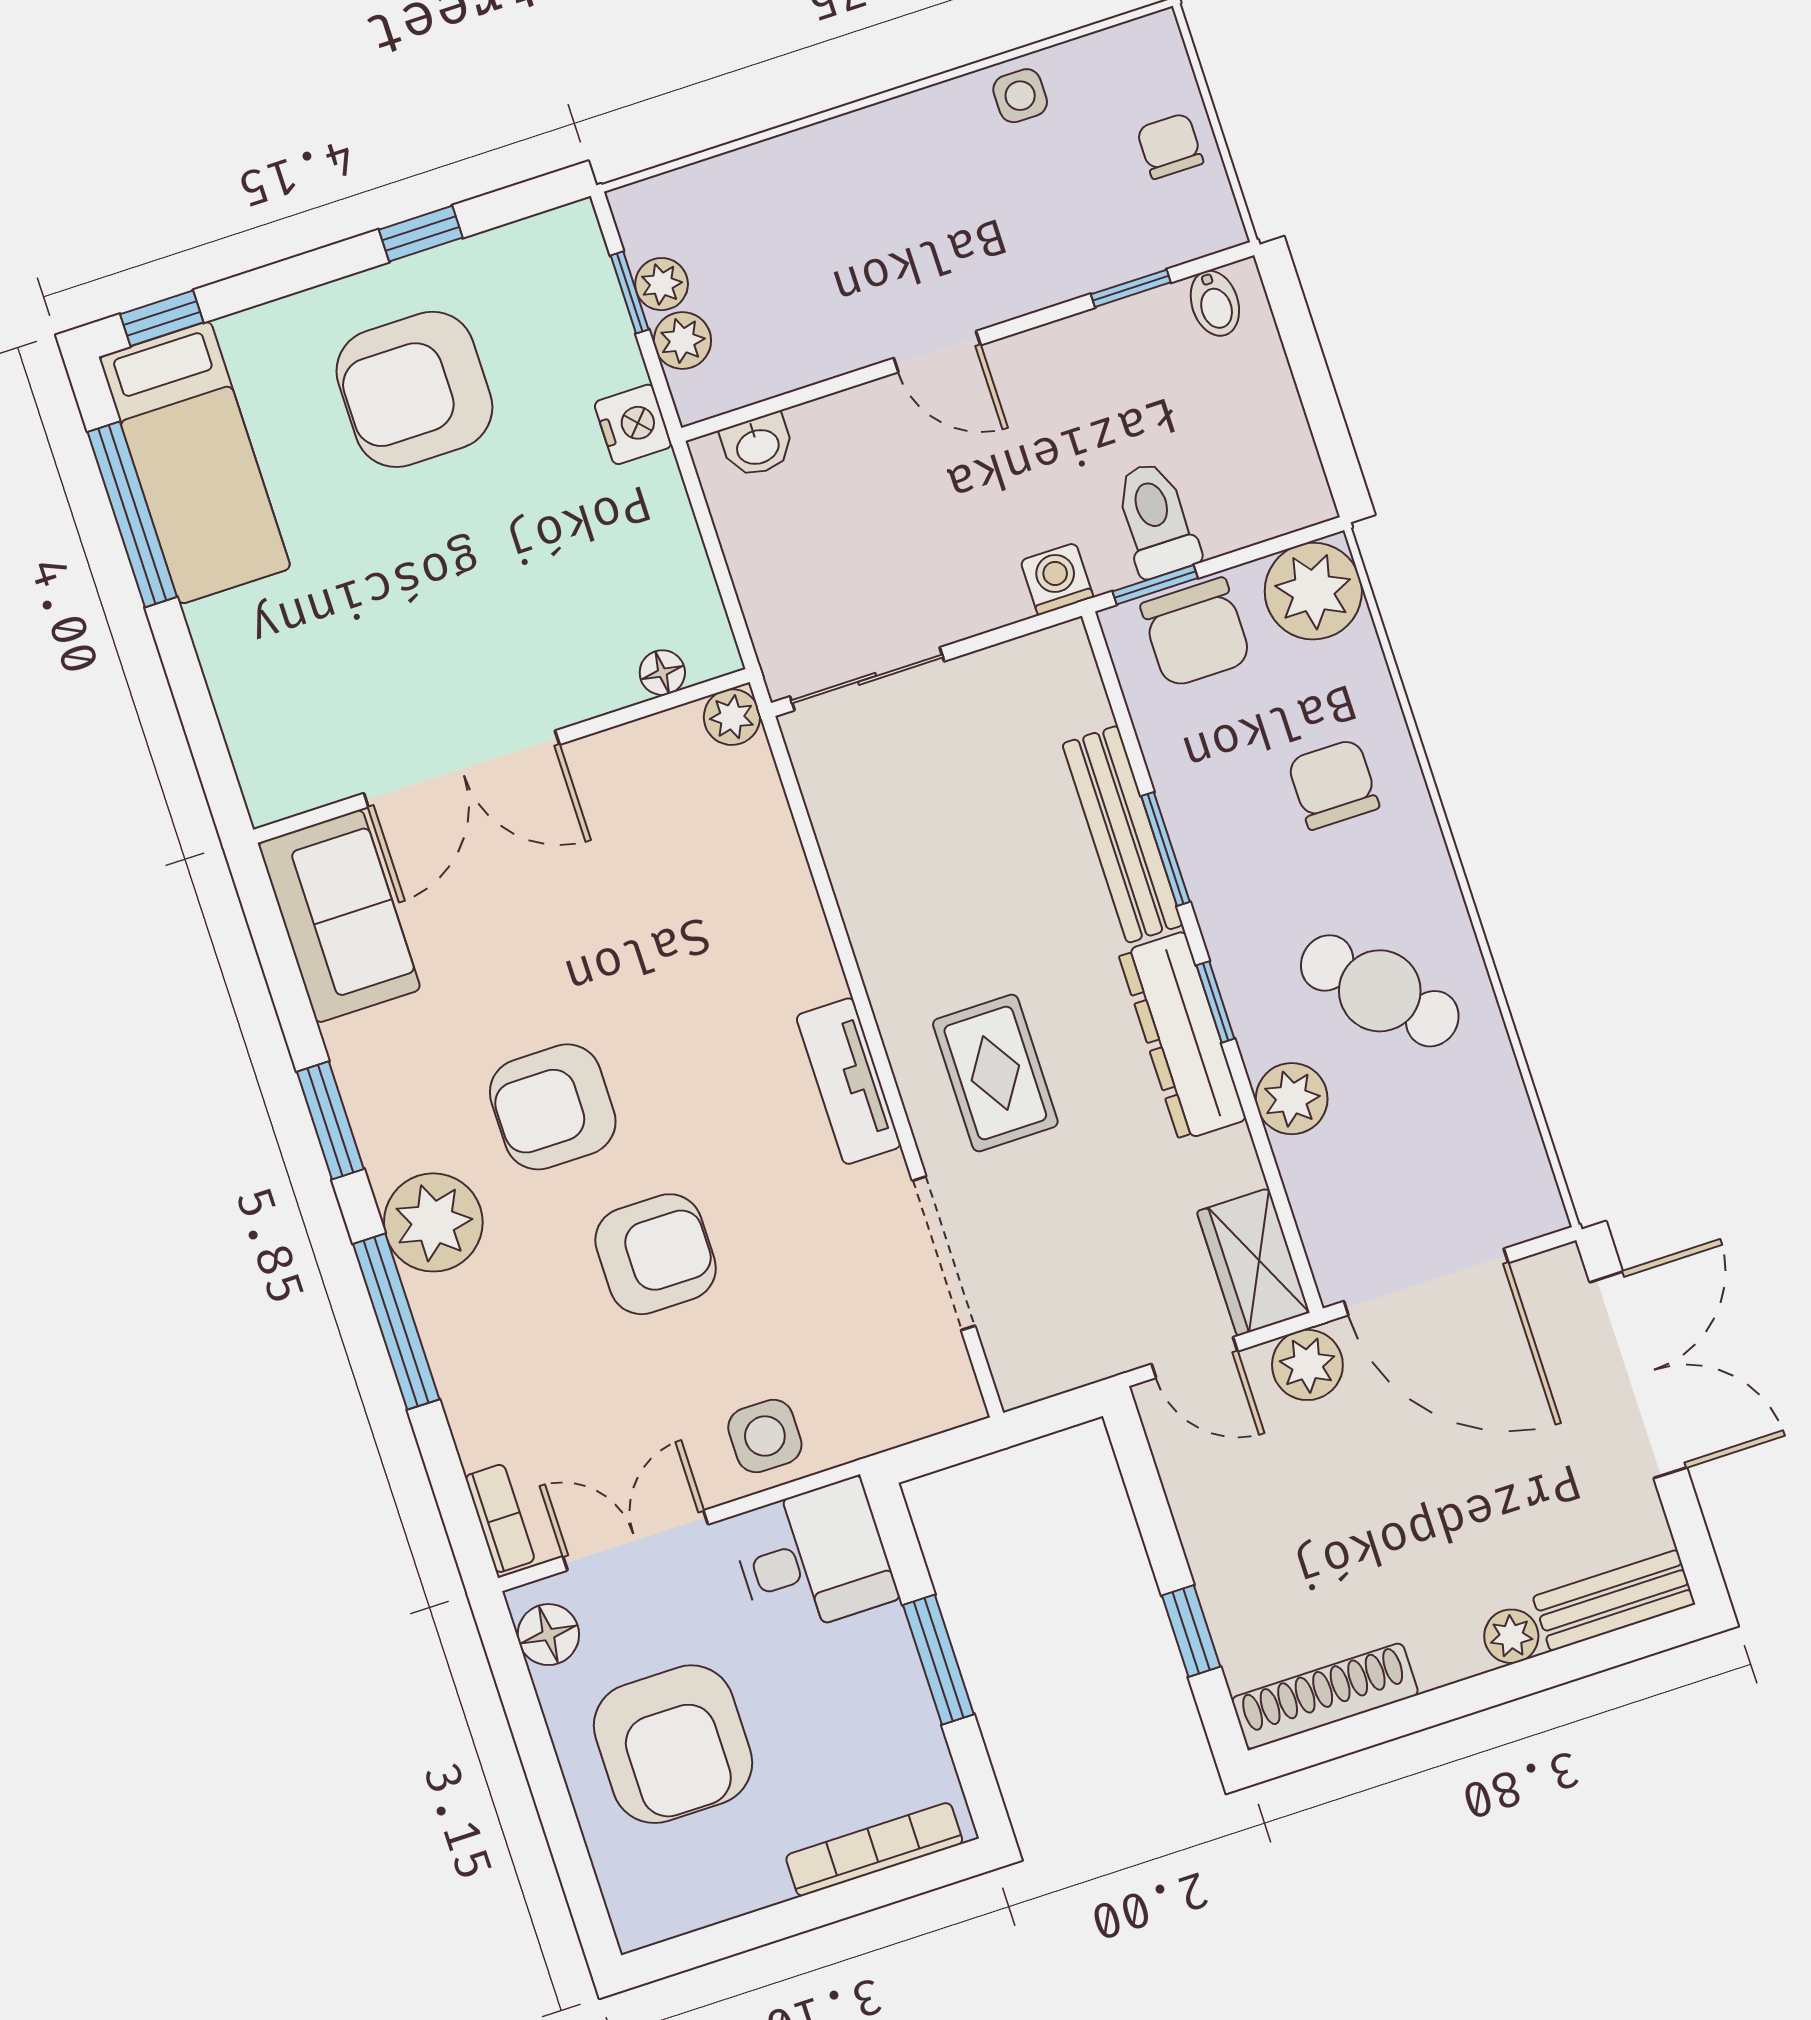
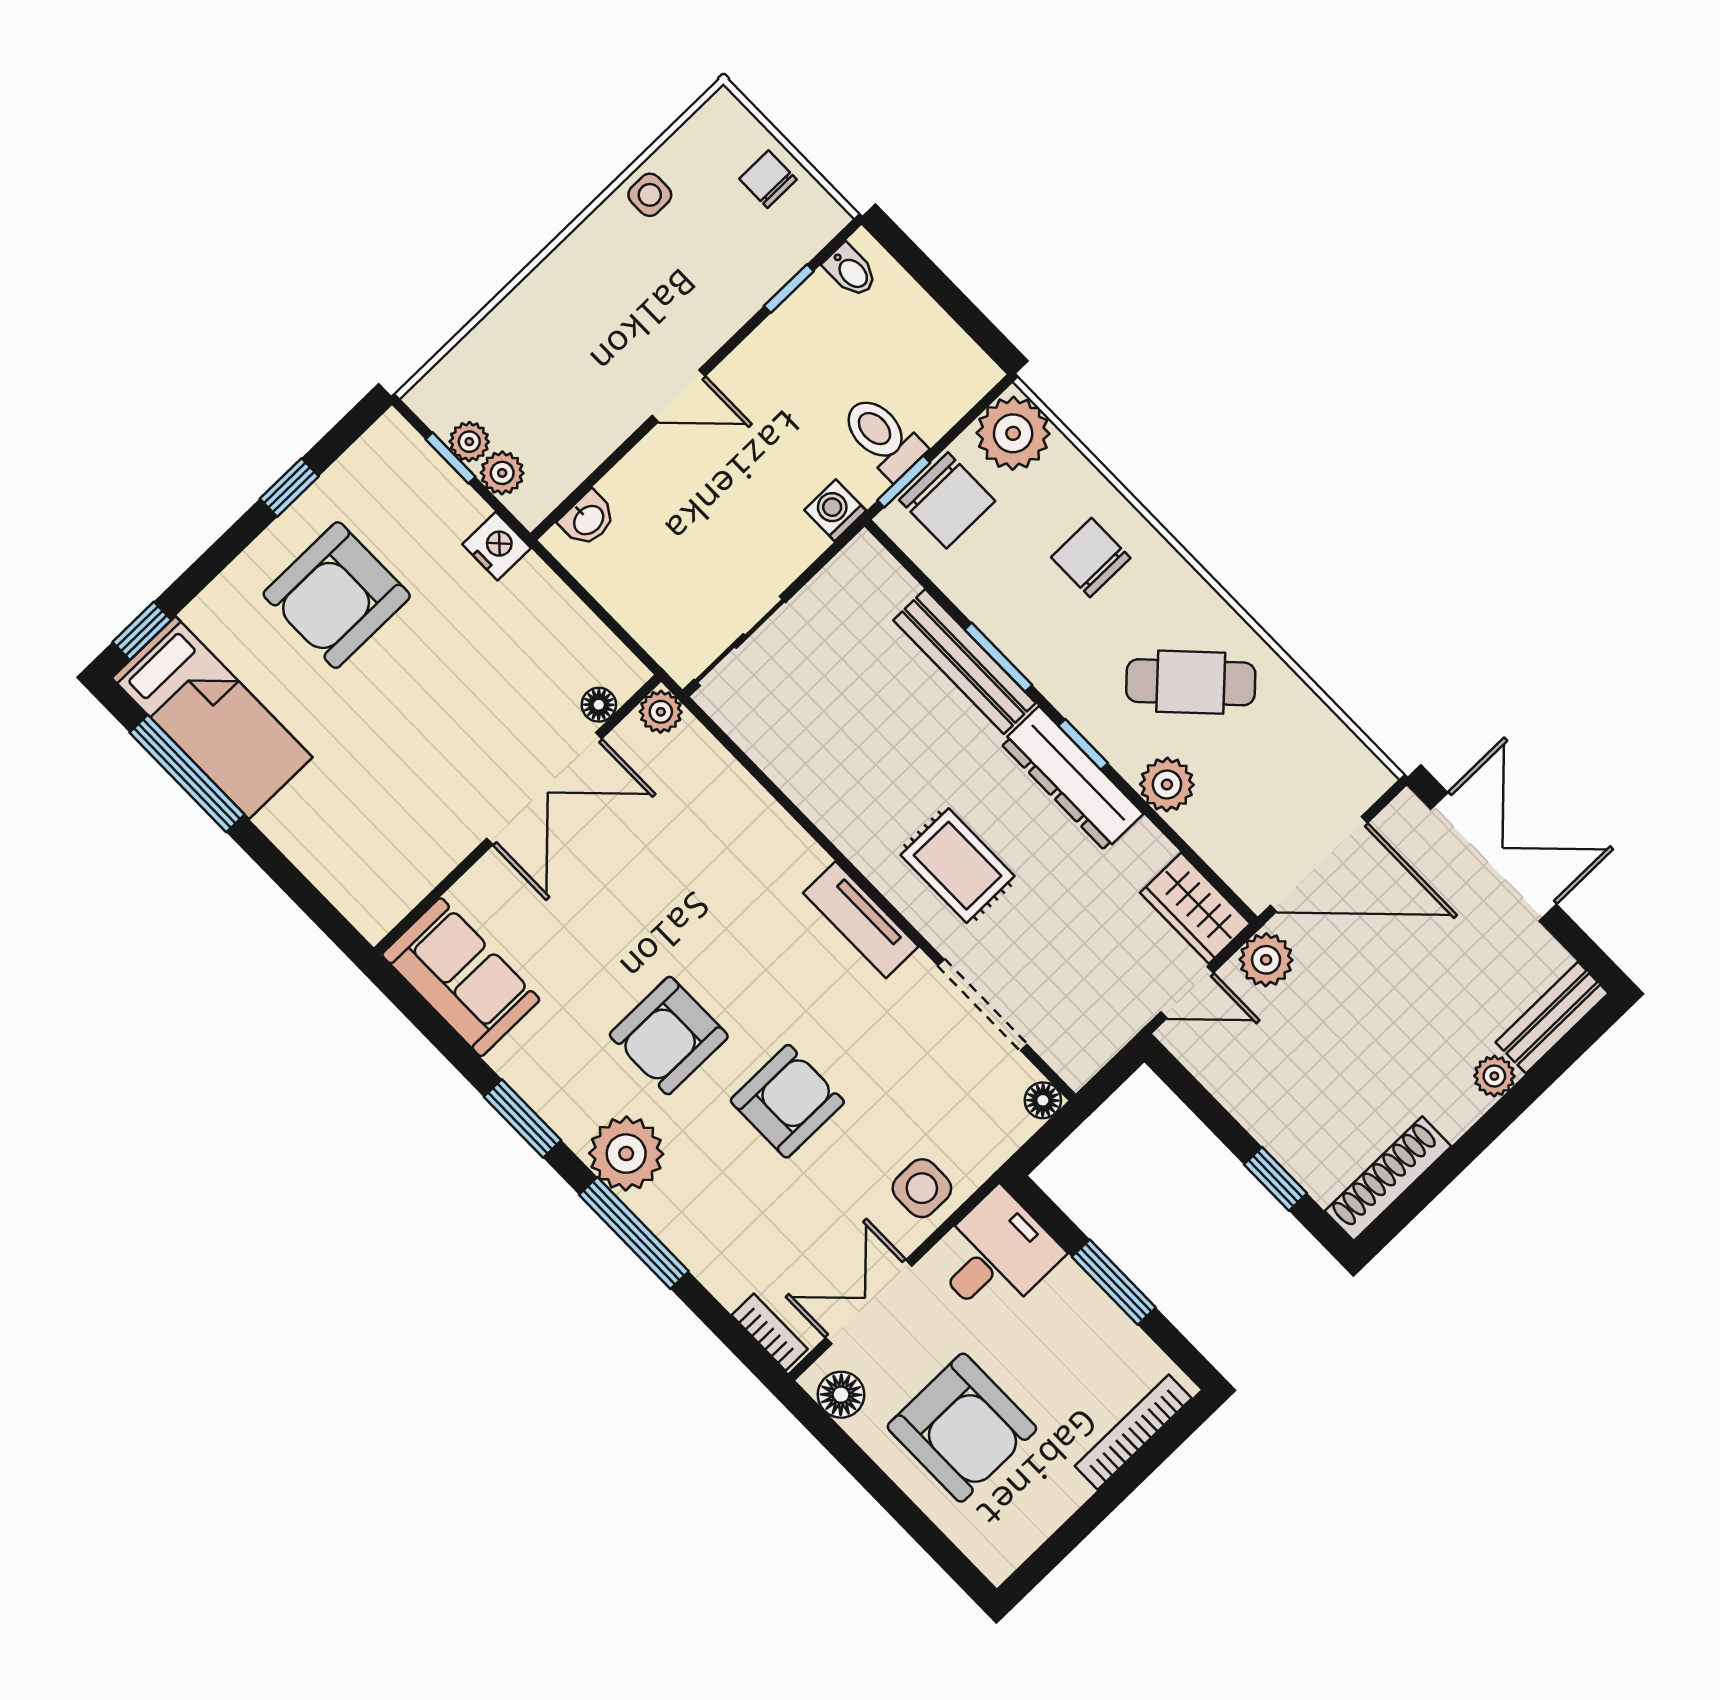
double door: (462, 769) -> (544, 789), moved
floor lamp: (960, 1402) -> (1043, 1100), added

